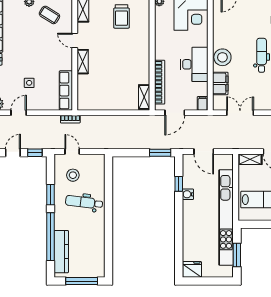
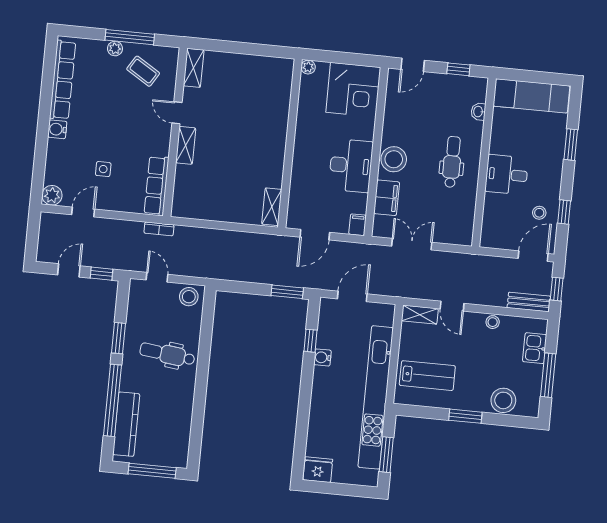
trolley: (121, 16) -> (250, 84), removed
bookcase: (160, 82) -> (297, 187), removed
door: (204, 152) -> (352, 296), swing flipped
stool: (73, 175) -> (189, 297), moved

